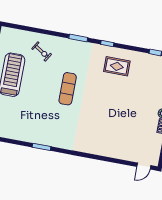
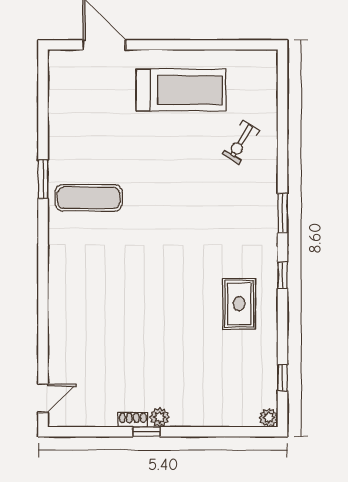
exercise mat: (68, 89) -> (89, 198), moved
door: (144, 166) -> (43, 398), swing flipped

